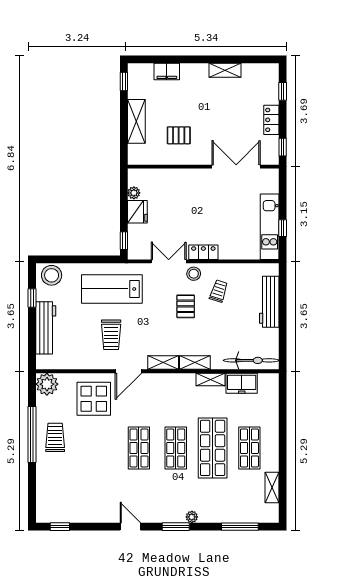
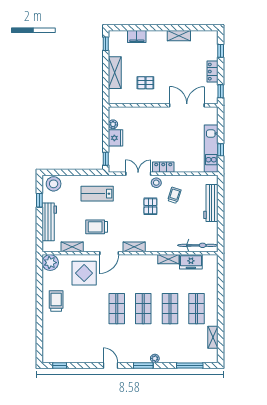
lab bench: (112, 289) -> (97, 194), width x0.73, depth x0.72
trolley: (111, 335) -> (97, 227), turned 90
shelving: (195, 363) -> (72, 247), moved
window: (32, 435) -> (39, 299), removed
shop shelf: (213, 448) -> (170, 309), width x0.70, depth x0.74

